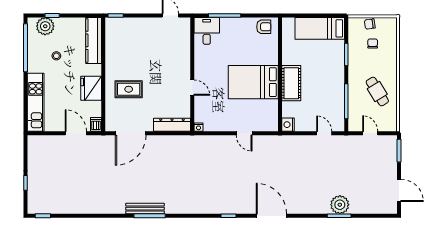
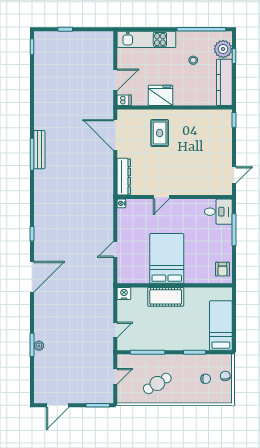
kitchen counter: (94, 40) -> (224, 82), moved, turned -90
plant: (340, 205) -> (39, 346), width x0.53, depth x0.53

